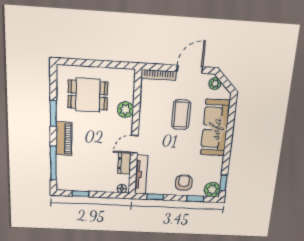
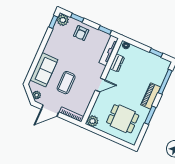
plant: (125, 110) -> (93, 121), moved
sofa: (215, 128) -> (44, 70), width x0.73
door: (134, 144) -> (100, 85), moved

